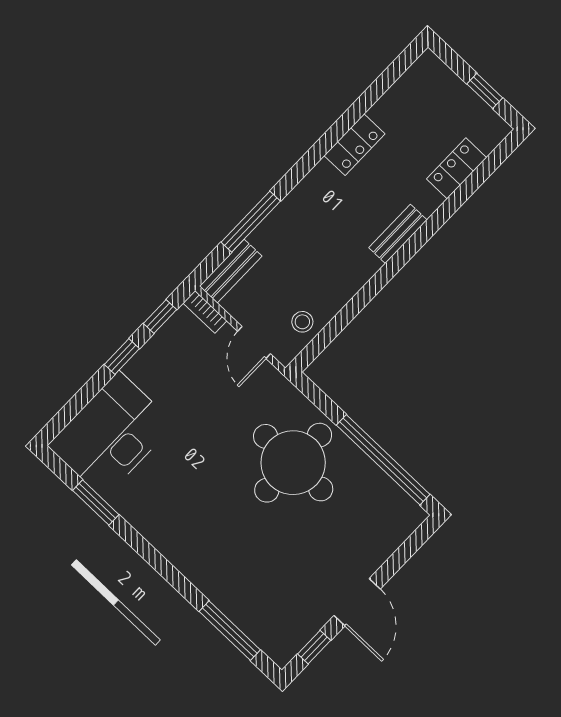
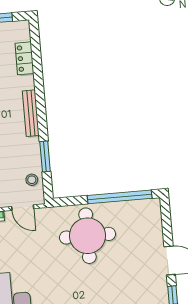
bench: (398, 234) -> (31, 113), width x1.36
window: (349, 312) -> (45, 156), added

